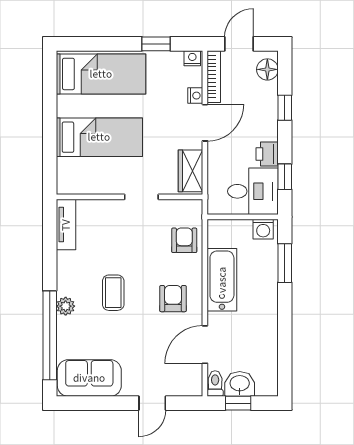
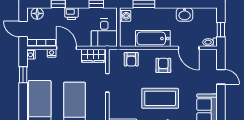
printer: (267, 154) -> (71, 14), moved
desk: (253, 191) -> (104, 33), moved, turned 180
armchair: (184, 240) -> (131, 59), turned -90
coffee table: (113, 293) -> (160, 98), width x1.86, depth x1.72
armchair: (173, 299) -> (163, 65), turned 90
washbasin: (240, 384) -> (185, 14), moved, turned -90

